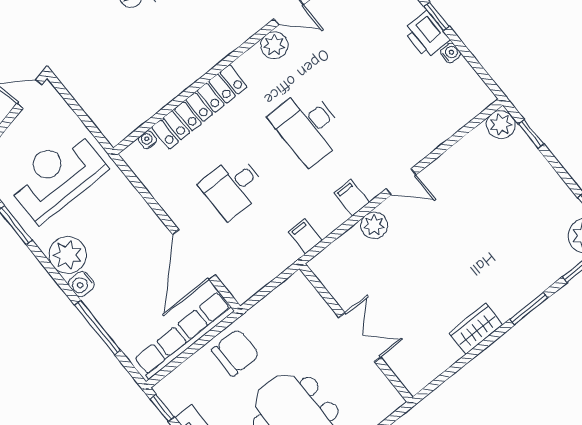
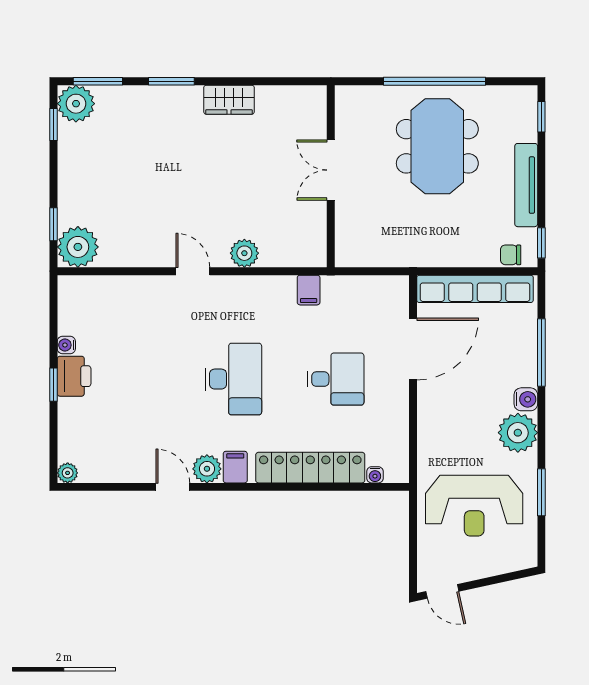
plant: (501, 125) -> (78, 247), width x1.36, depth x1.36
filing cabinet: (352, 198) -> (235, 467), moved, turned 180
chair: (236, 353) -> (511, 255), moved, width x0.54, depth x0.54

